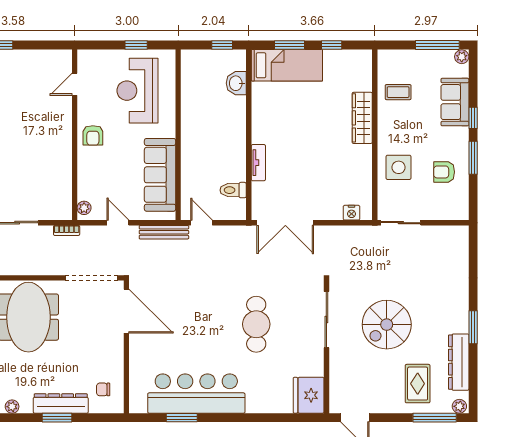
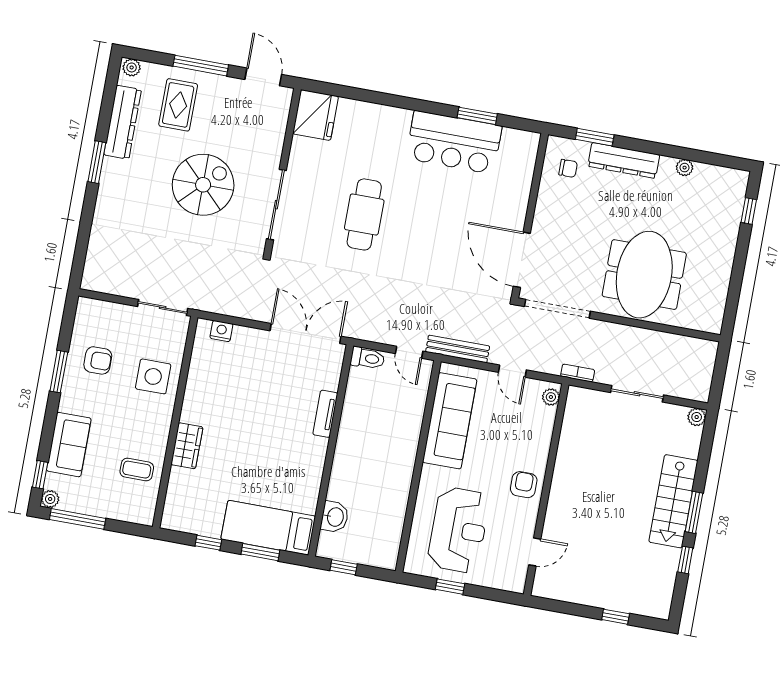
wardrobe: (362, 118) -> (187, 446), width x0.67
window: (473, 118) -> (40, 475), moved
toilet: (233, 190) -> (368, 358), moved
bar counter: (196, 394) -> (454, 142), width x0.73
window: (57, 418) -> (595, 137), moved
window: (435, 418) -> (201, 66), moved

